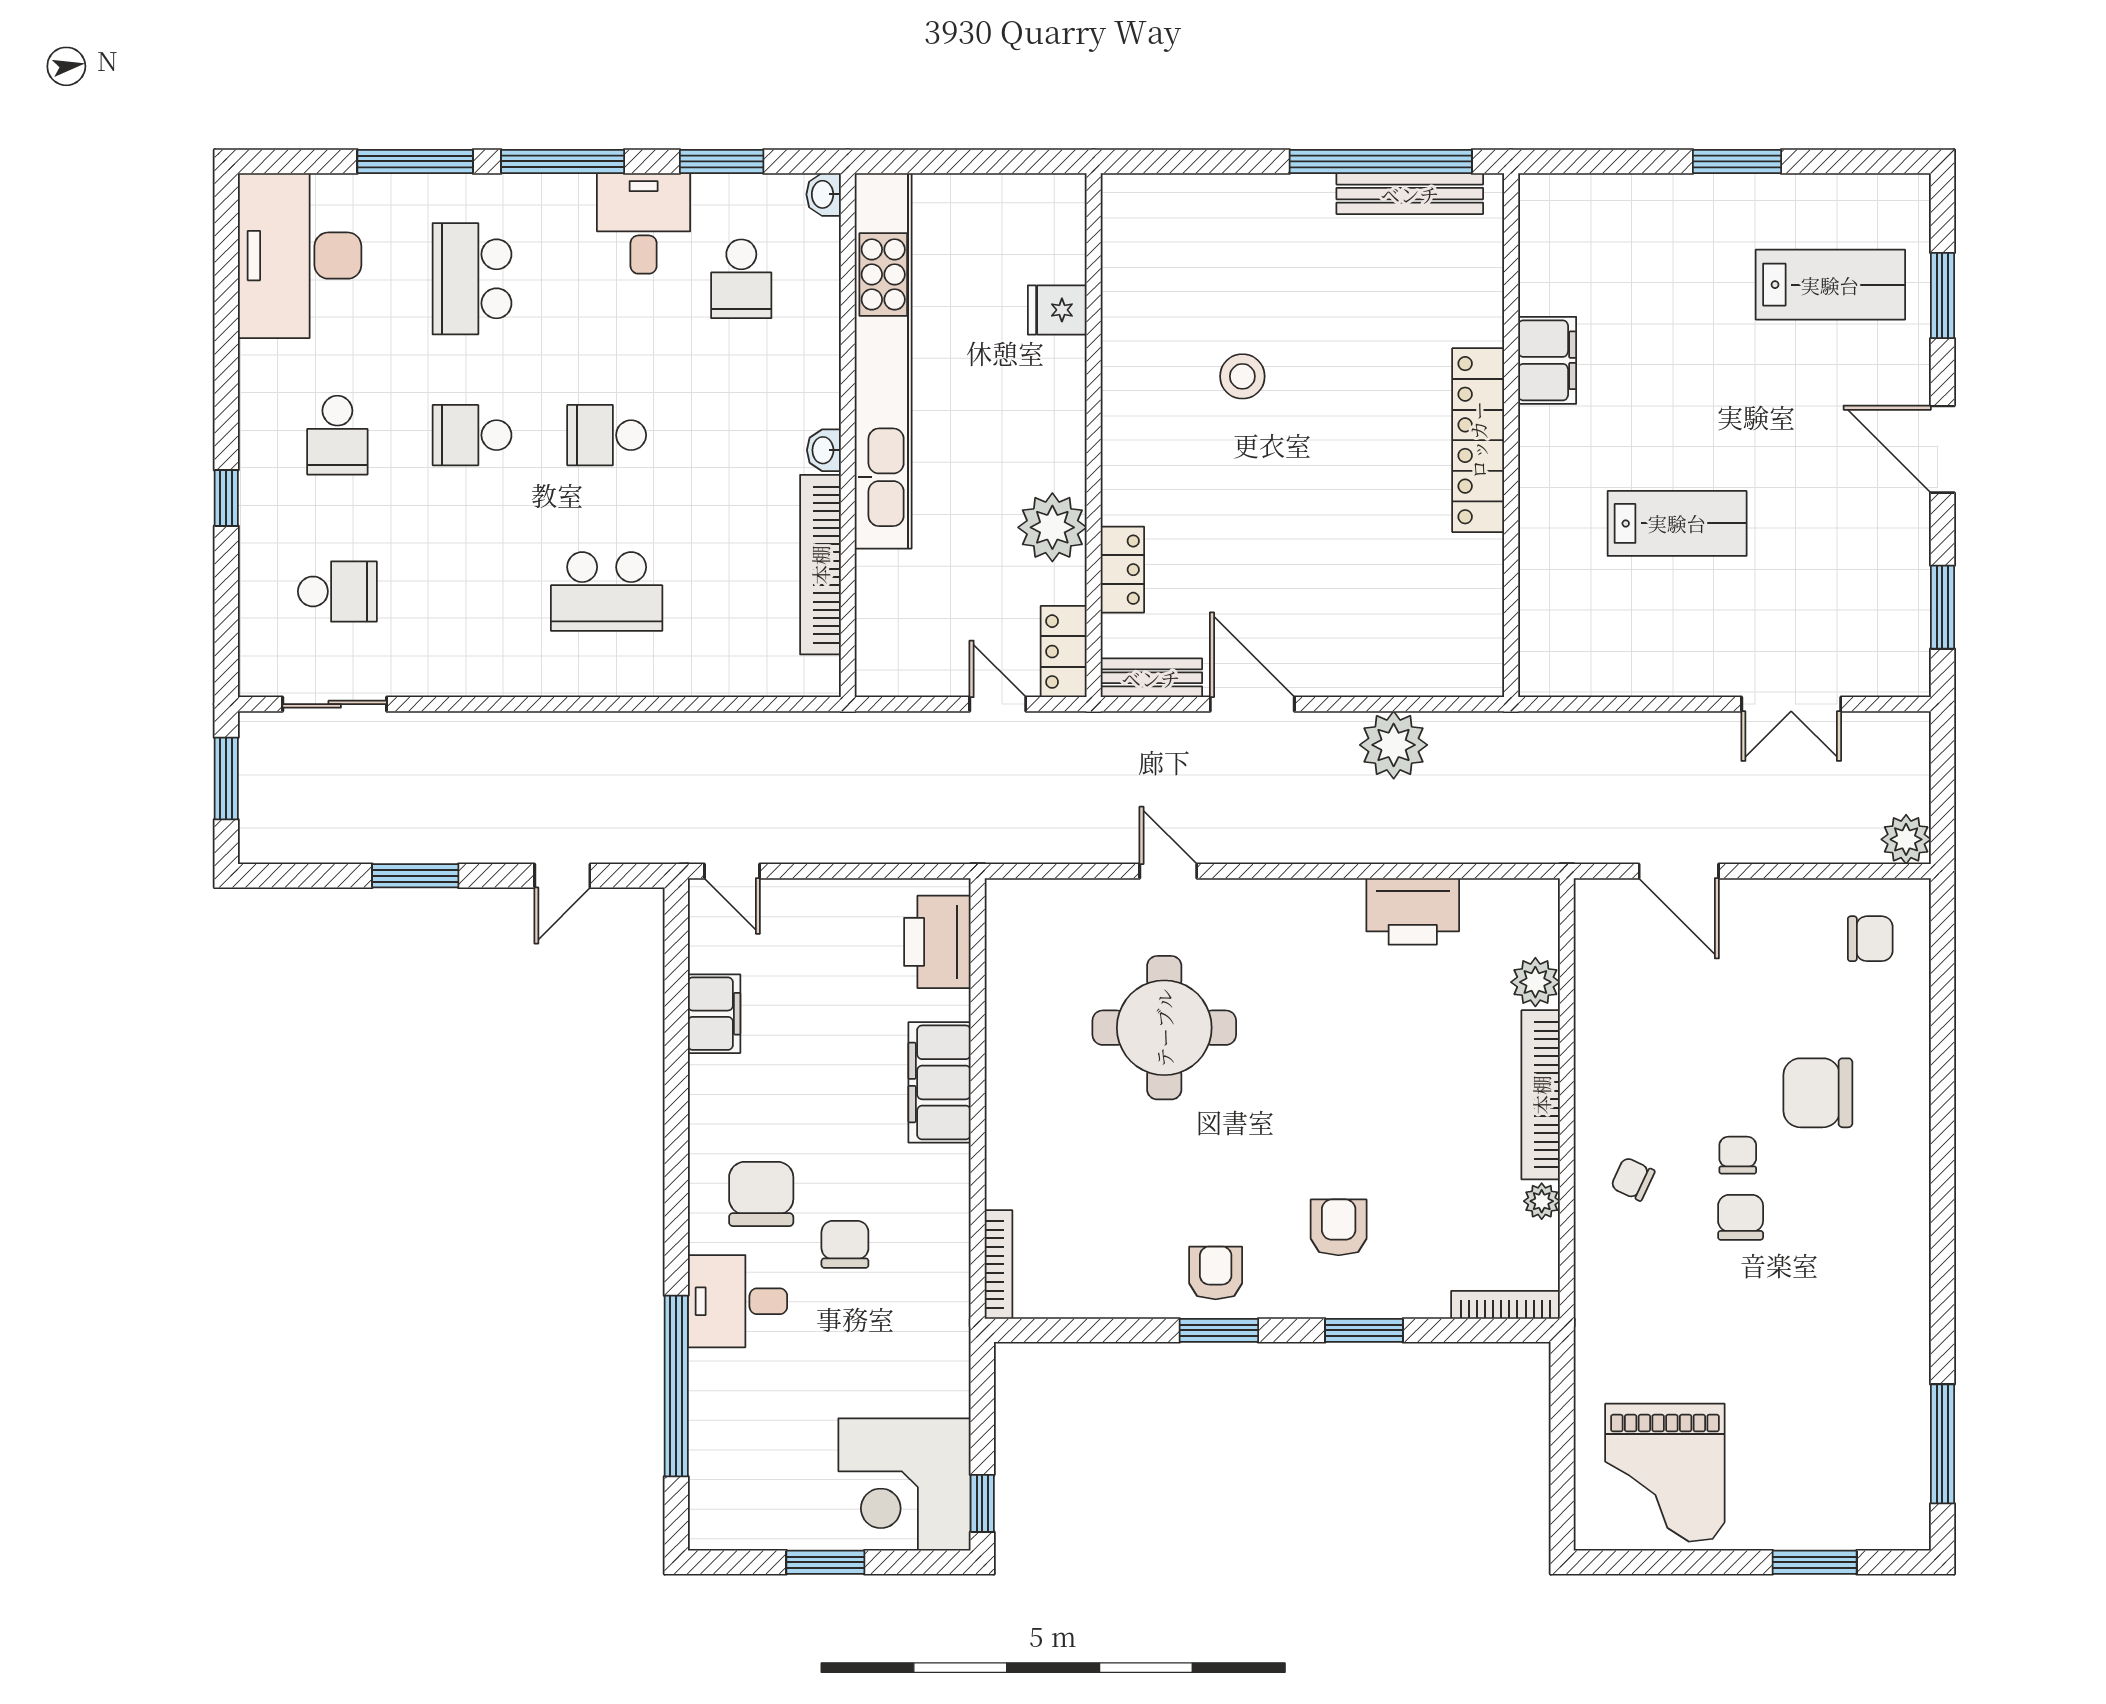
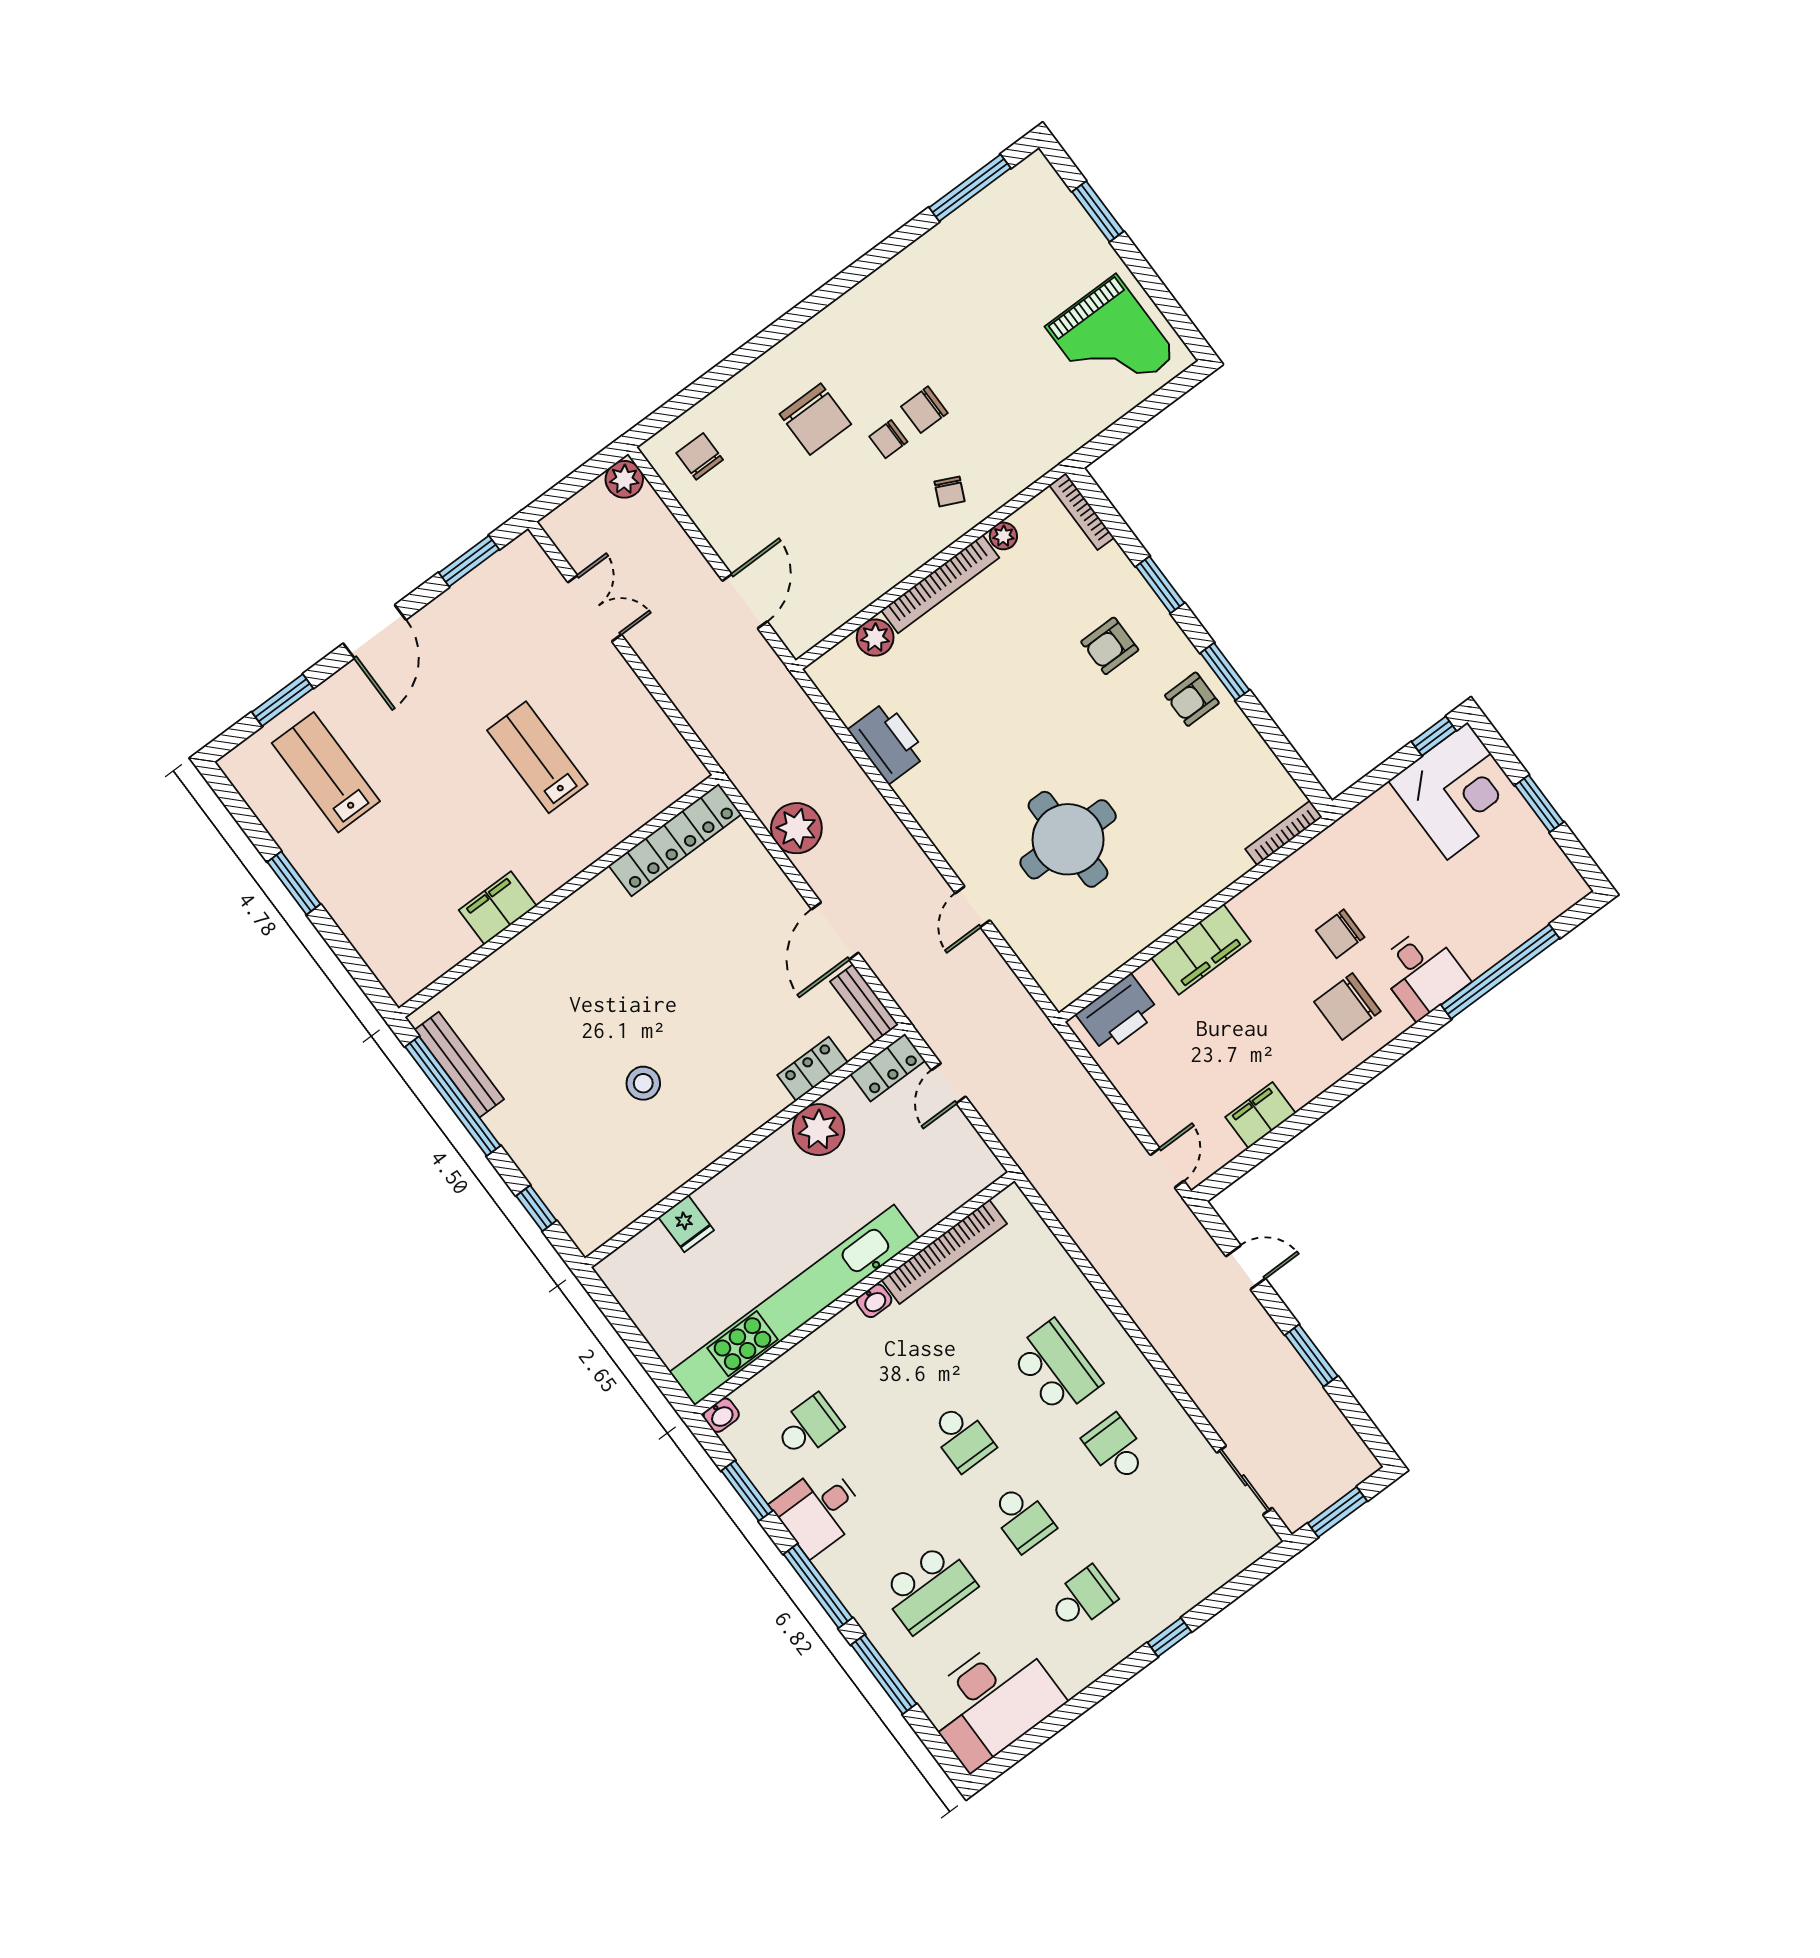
window: (1194, 161) -> (536, 1208), added
locker: (1478, 440) -> (675, 840), moved
school desk: (337, 591) -> (1116, 1448), moved
grand piano: (1665, 1473) -> (1111, 341), turned 90

